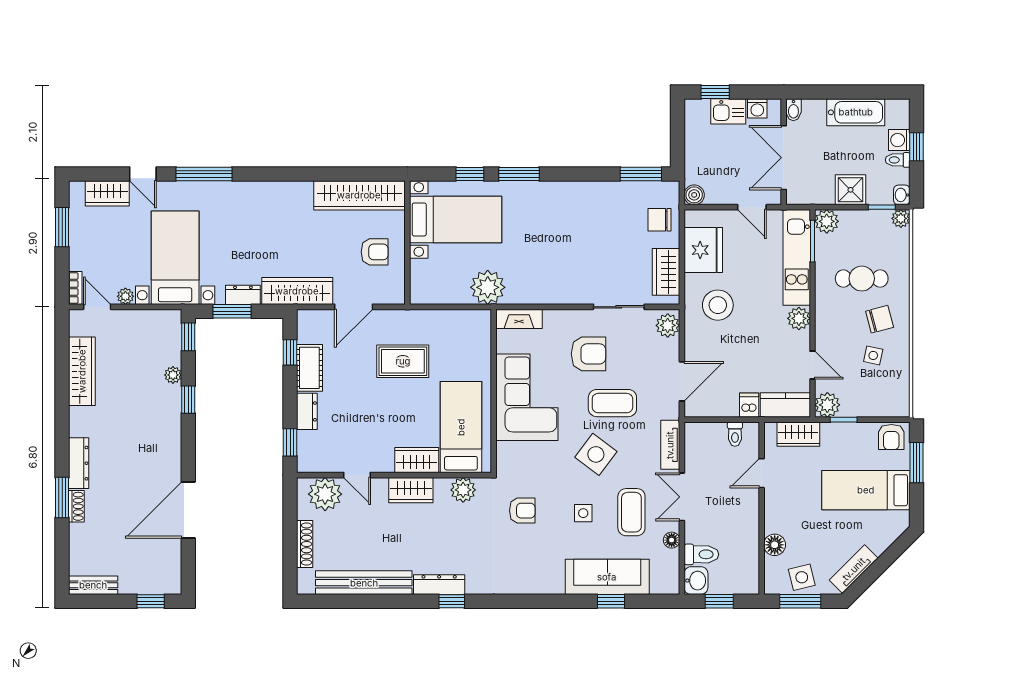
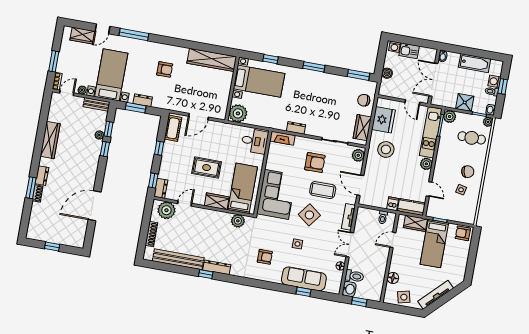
window: (715, 92) -> (404, 40), removed
washing machine: (757, 108) -> (395, 47), moved
door: (143, 174) -> (102, 29), hinge flipped
window: (519, 174) -> (314, 67), moved
boiler: (694, 195) -> (387, 73), moved
window: (62, 227) -> (54, 61), moved
armchair: (375, 252) -> (165, 69), moved
cafe table: (862, 279) -> (472, 138), moved
plant: (488, 287) -> (238, 113), moved
wardrobe: (297, 291) -> (171, 103), removed
dresser: (541, 295) -> (296, 128), added
door: (97, 307) -> (67, 93), hinge flipped
desk: (468, 334) -> (255, 141), added
window: (188, 337) -> (108, 129), moved
window: (290, 352) -> (159, 148), moved
rug: (403, 361) -> (207, 168), moved
cot: (309, 368) -> (173, 128), moved
wardrobe: (82, 371) -> (50, 140), moved
door: (682, 381) -> (360, 185), swing flipped
corner sofa: (527, 397) -> (276, 194), moved
plant: (827, 405) -> (433, 211), removed
dresser: (307, 411) -> (161, 188), moved
armchair: (891, 437) -> (463, 233), turned 90
dresser: (79, 463) -> (42, 176), width x0.70
window: (917, 463) -> (473, 249), removed
door: (357, 475) -> (185, 203), swing flipped
wardrobe: (411, 490) -> (211, 216), removed
bed: (866, 490) -> (434, 243), moved, turned -90
armchair: (522, 511) -> (265, 257), moved
coffee table: (631, 512) -> (322, 248), removed
tv unit: (854, 569) -> (436, 295), width x1.41
bench: (93, 585) -> (96, 104), moved
window: (151, 601) -> (52, 247), moved
window: (452, 601) -> (206, 274), moved
window: (800, 601) -> (401, 309), removed

